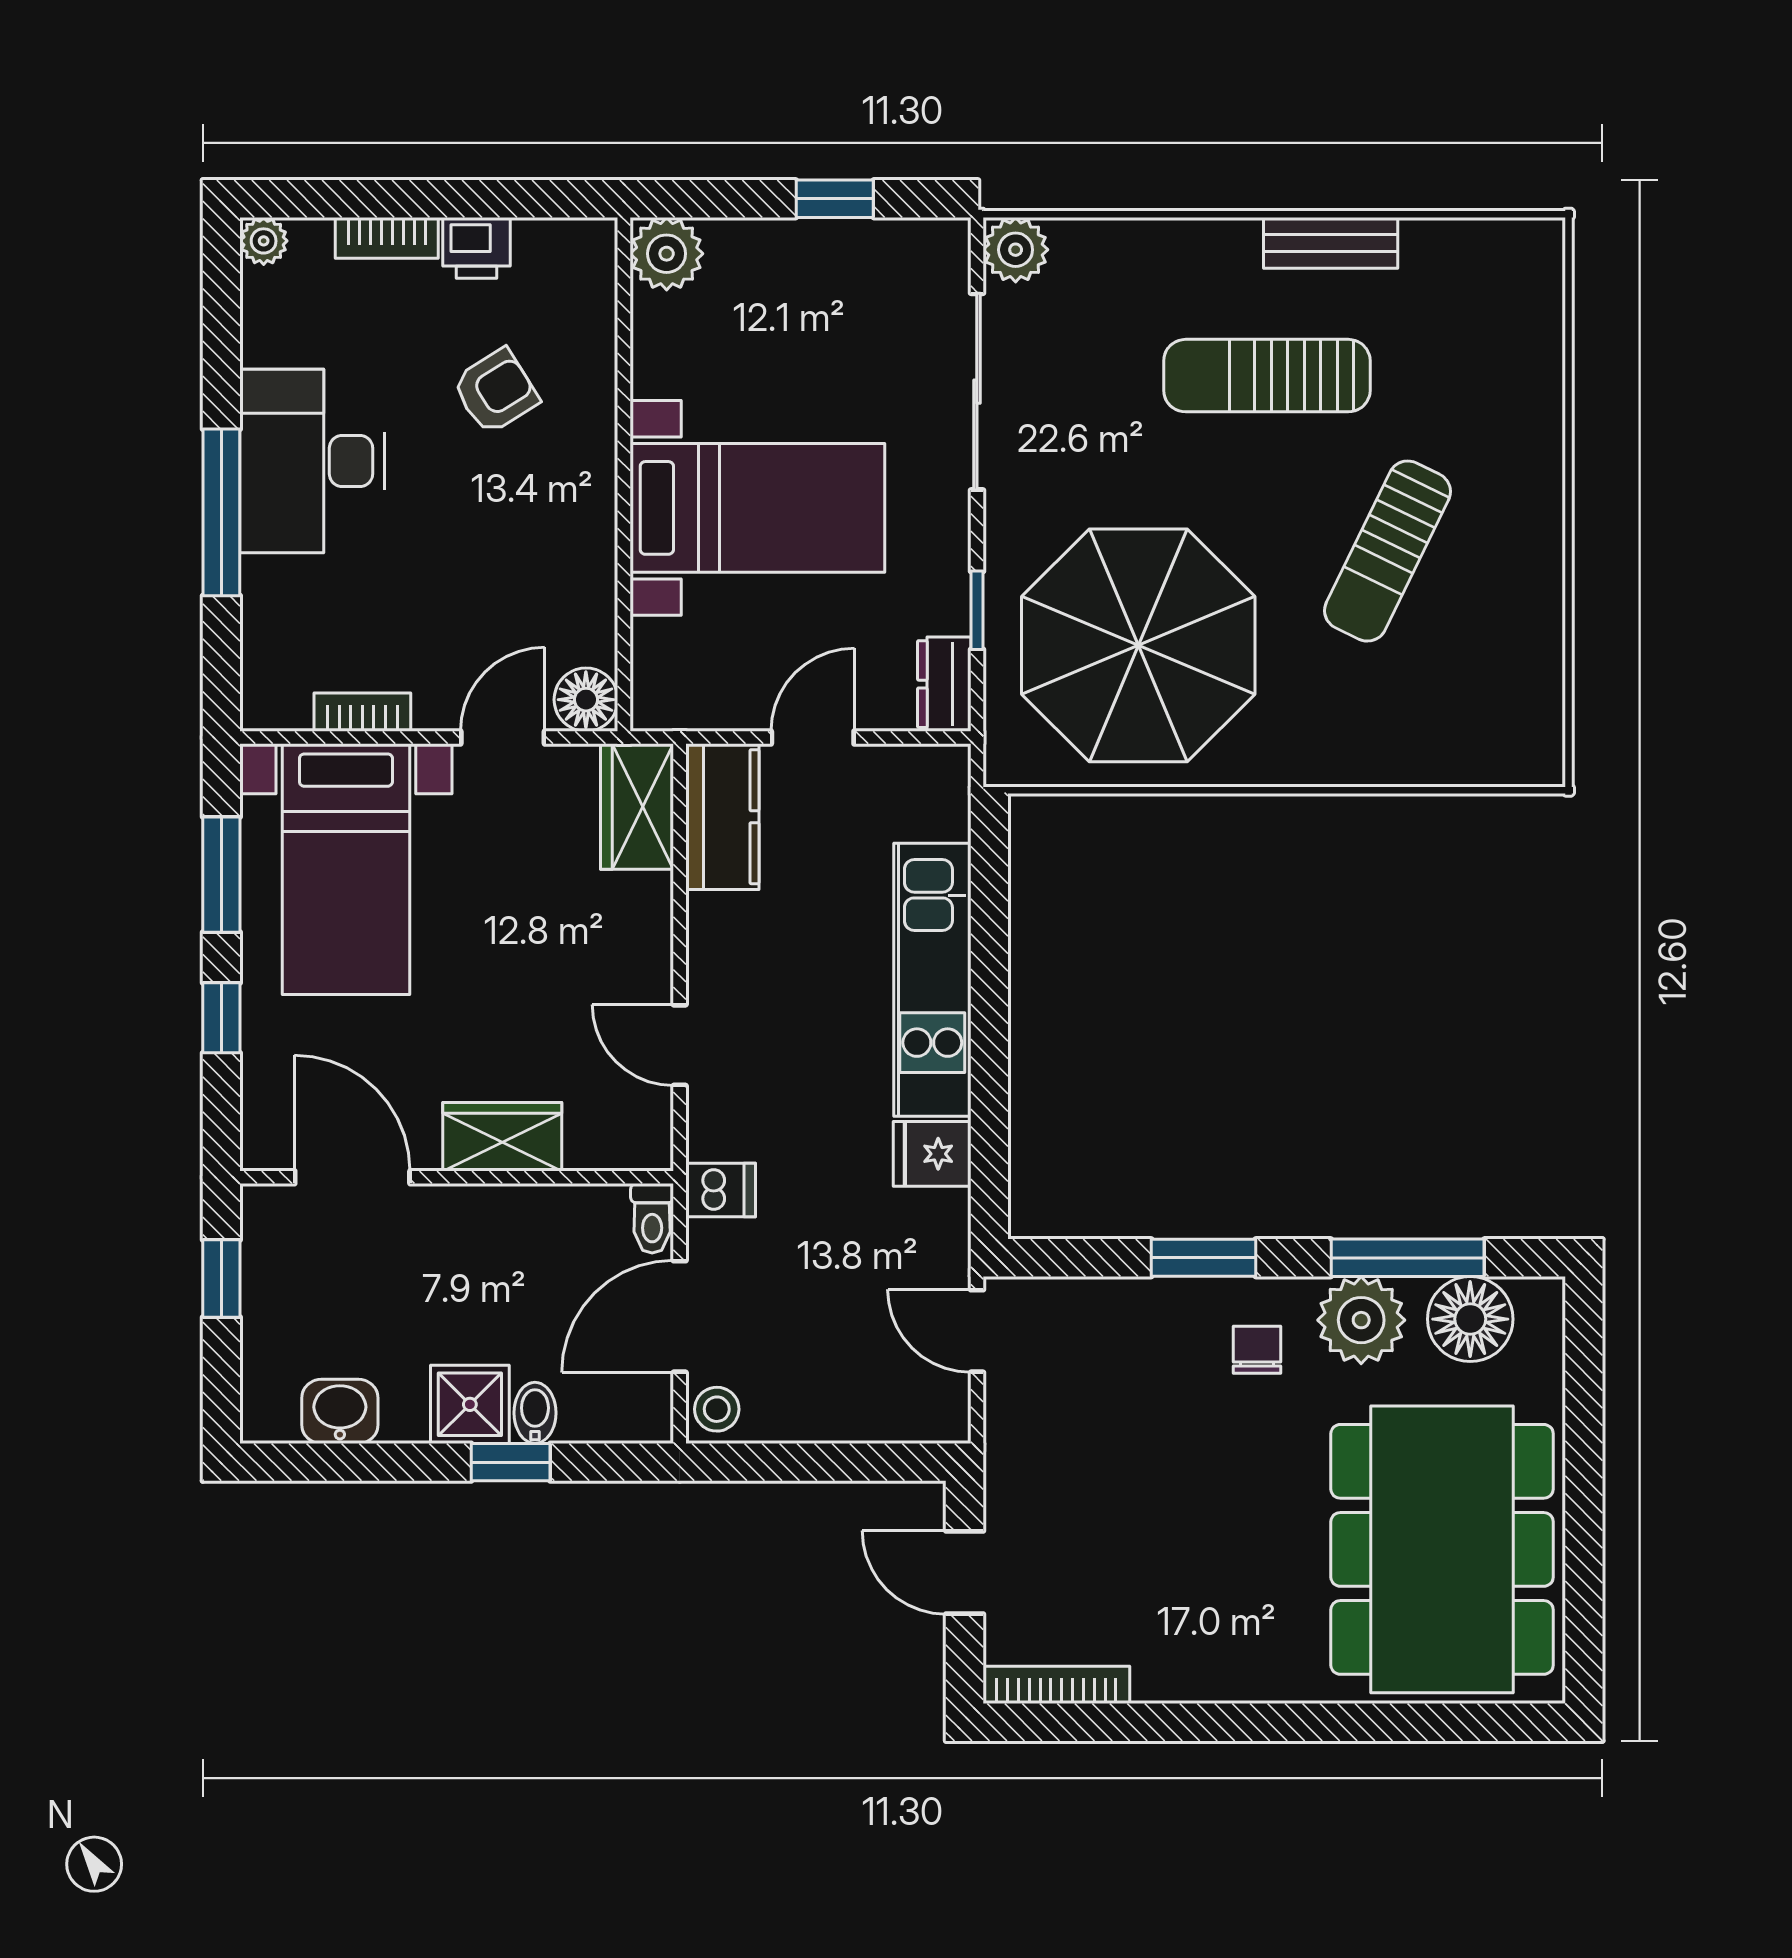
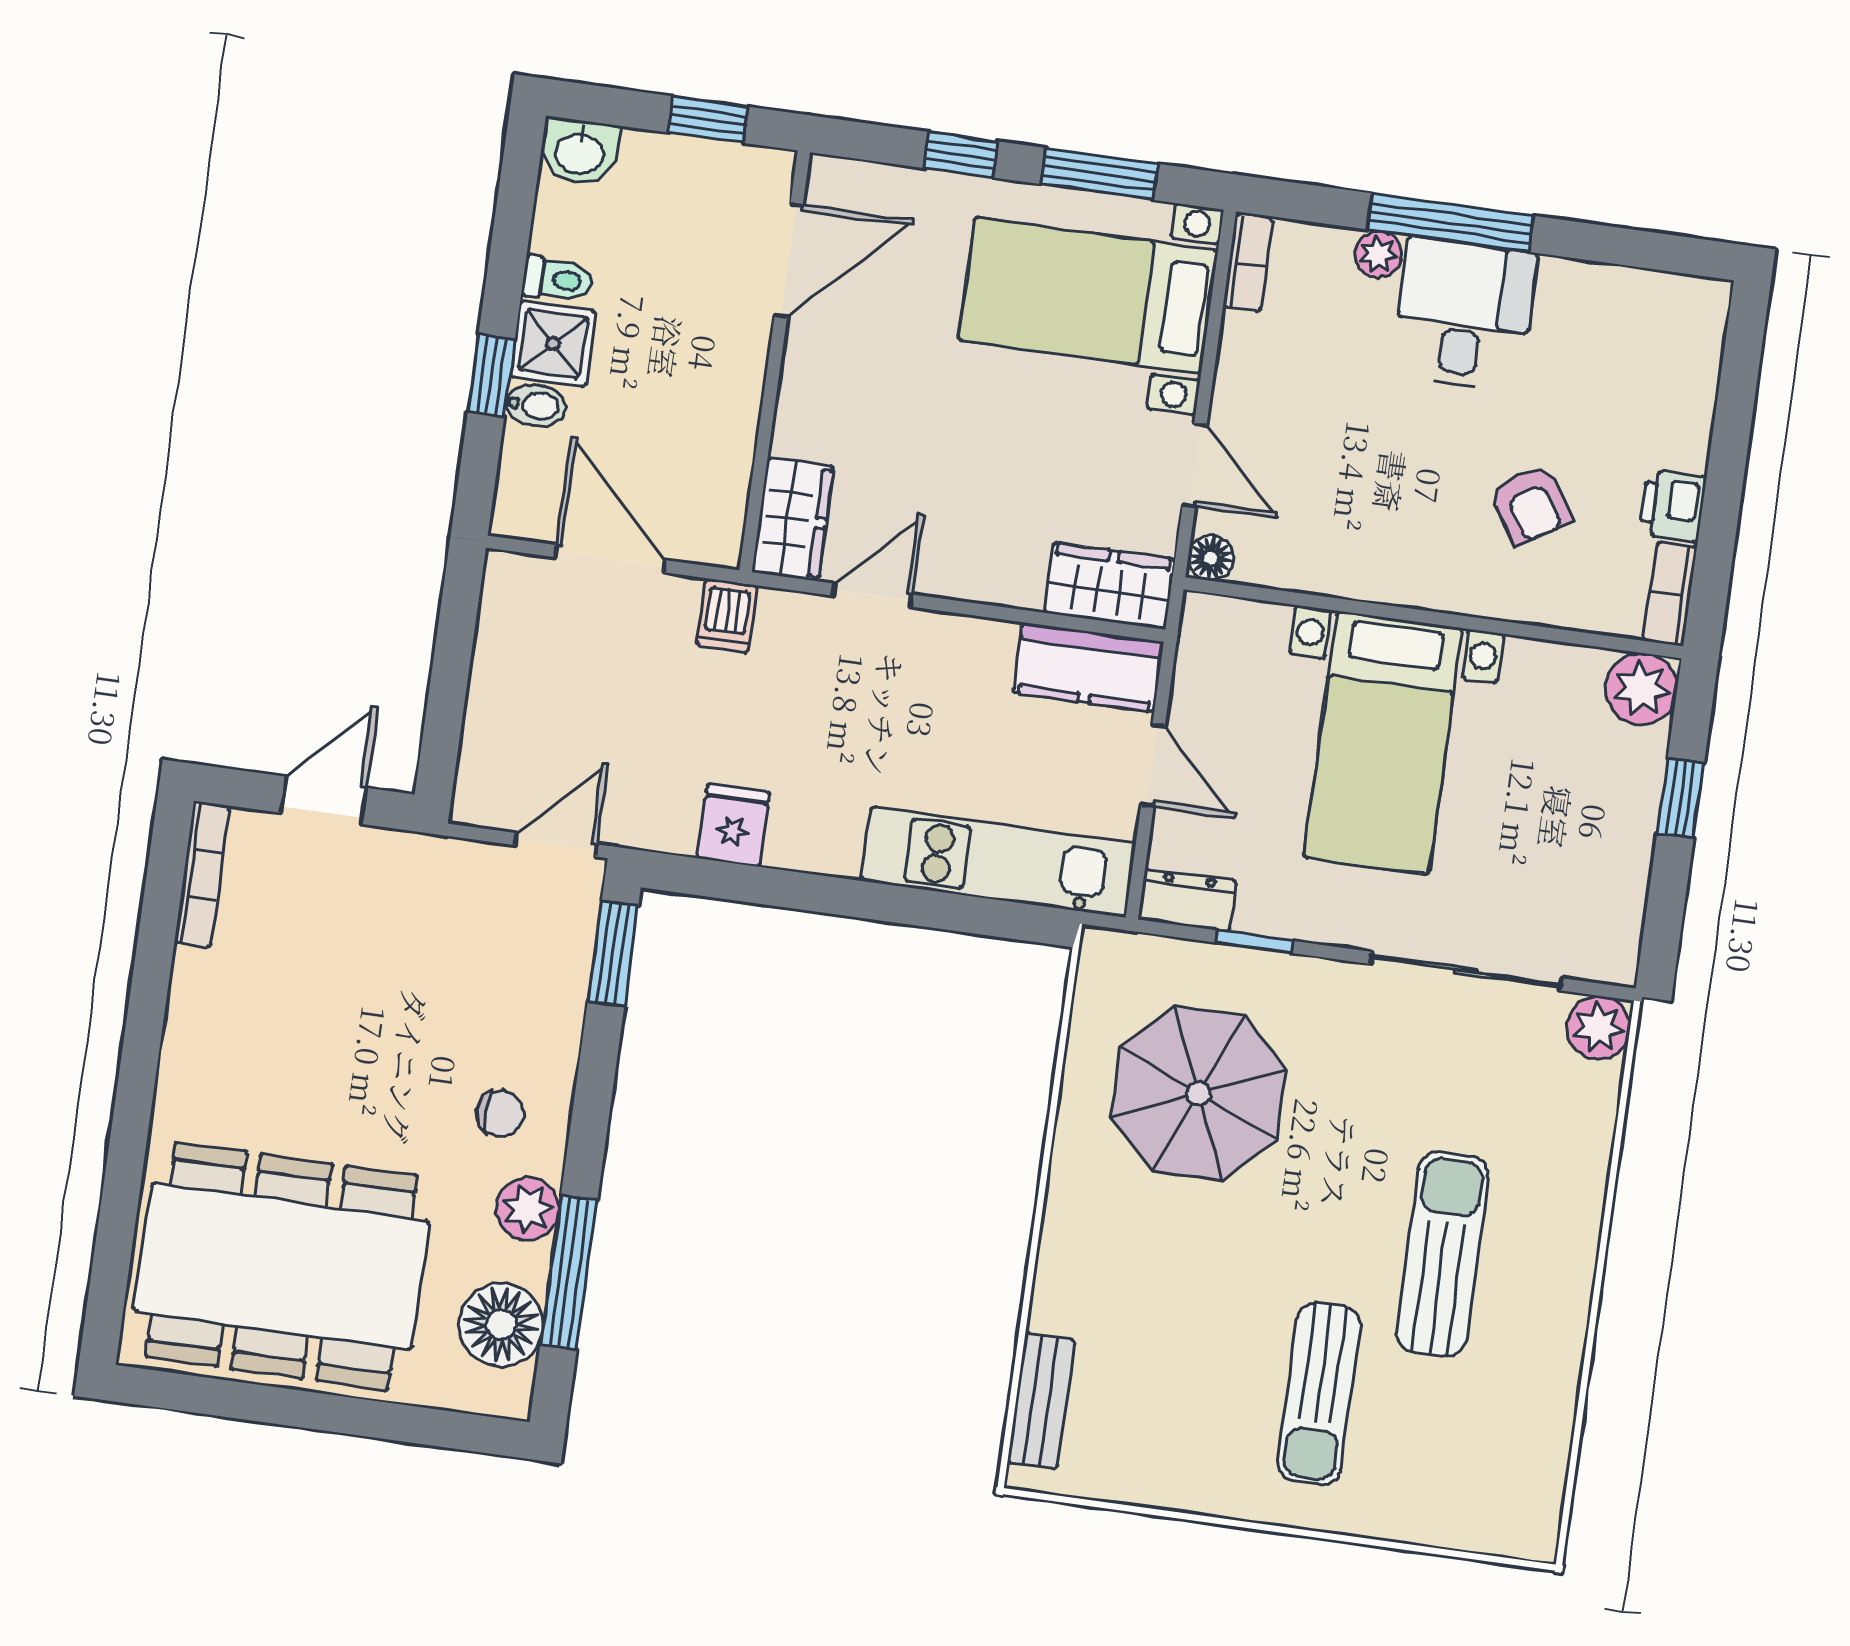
window: (835, 199) -> (1681, 798), moved
bookcase: (387, 238) -> (1670, 594), moved
plant: (264, 241) -> (1378, 254), moved
bench: (1331, 243) -> (1041, 1401), moved
desk: (312, 461) -> (1464, 314), width x0.73
sun lounger: (1388, 551) -> (1319, 1394), moved, turned -116
parasol: (1138, 645) -> (1198, 1093), width x0.73, depth x0.73
floor lamp: (586, 700) -> (1211, 558), width x0.73, depth x0.73
bookcase: (362, 712) -> (1248, 263), moved
kitchen unit: (932, 980) -> (998, 862), moved
wardrobe: (502, 1137) -> (793, 519), moved
toilet: (652, 1218) -> (557, 279), moved, turned 180
window: (1203, 1258) -> (613, 954), moved
plant: (1361, 1320) -> (528, 1209), width x0.73, depth x0.73
stool: (717, 1409) -> (515, 582), removed
washbasin: (340, 1411) -> (580, 152), moved, turned 90

